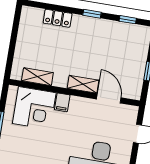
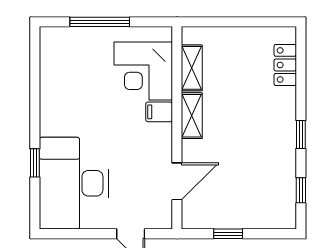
locker: (58, 18) -> (285, 65), moved
shelving: (83, 84) -> (192, 116), moved

